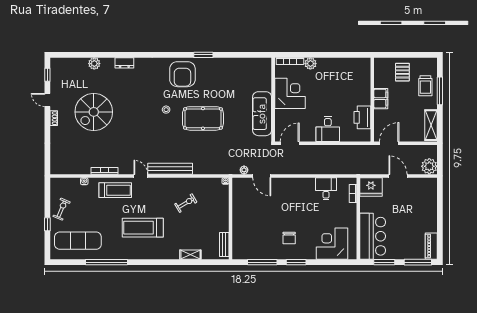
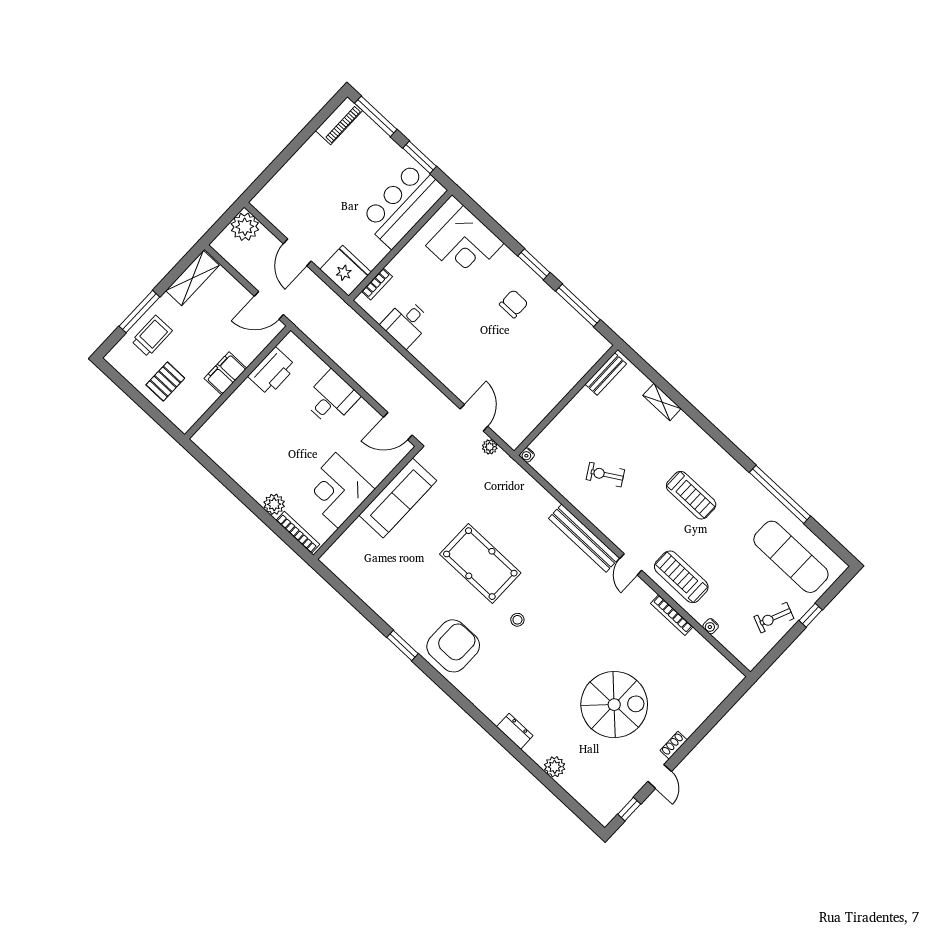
treadmill: (143, 228) -> (691, 495), width x0.73, depth x0.73

